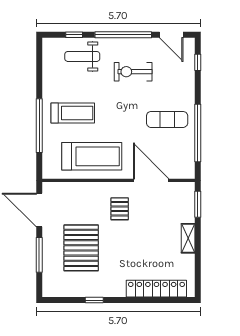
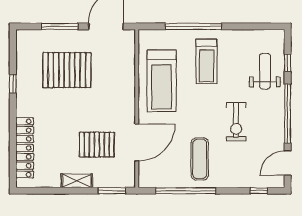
exercise bike: (133, 72) -> (236, 122), moved, turned 180
pallet: (120, 209) -> (97, 145), moved, width x1.50, depth x1.42

